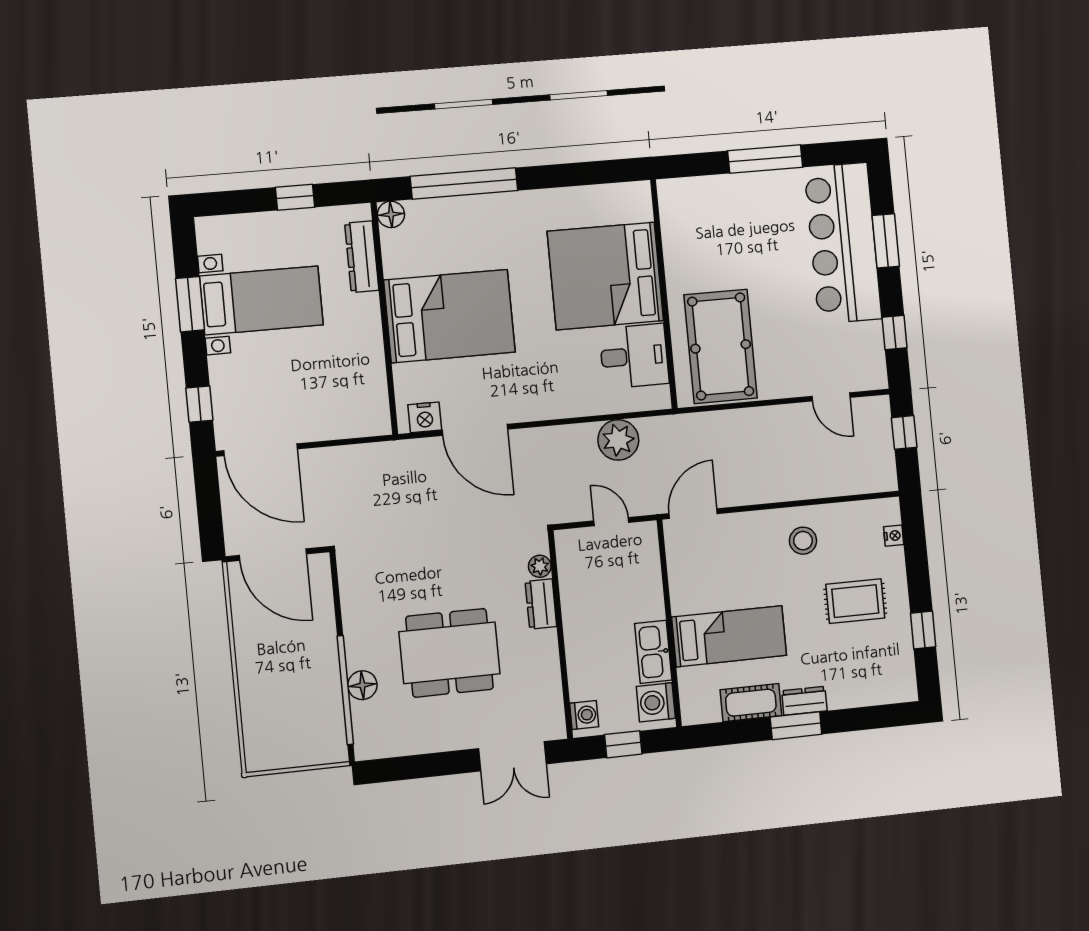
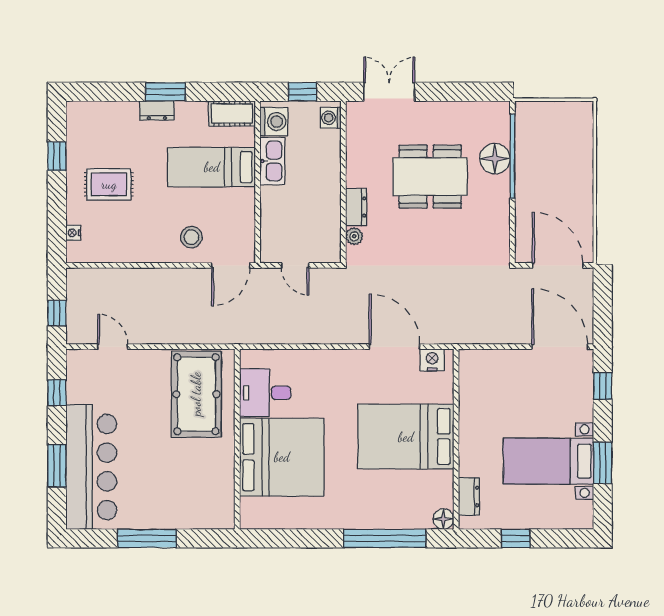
dresser: (362, 257) -> (469, 497), width x0.70
plant: (618, 440) -> (284, 329), removed
stool: (803, 541) -> (191, 237), moved
floor lamp: (362, 685) -> (495, 159), width x1.38, depth x1.38
cot: (751, 703) -> (232, 113), moved

